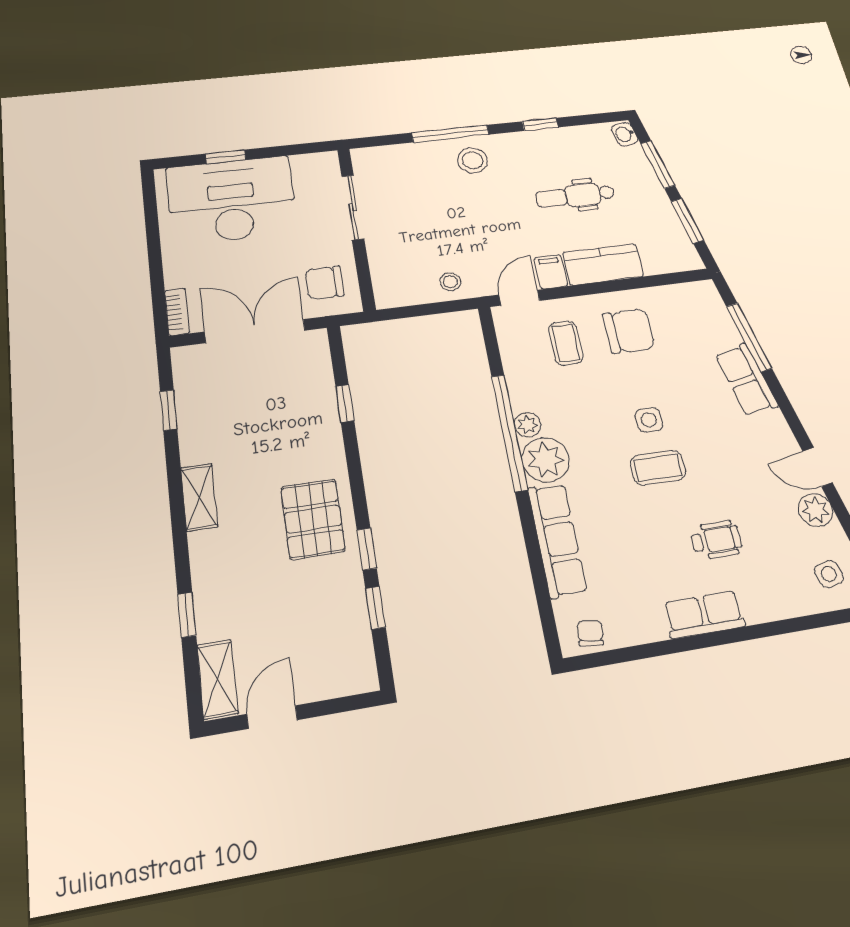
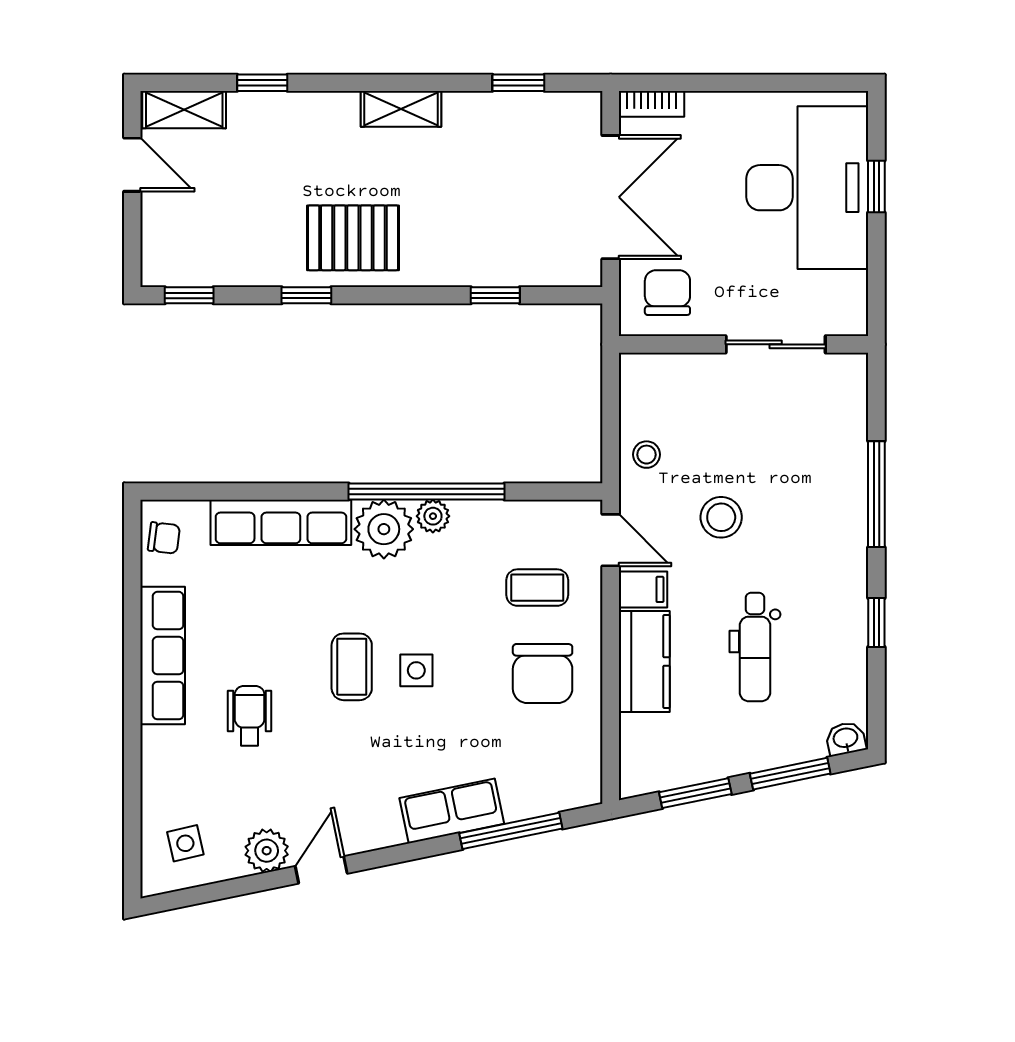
stool: (473, 160) -> (721, 517), moved
dental chair: (575, 196) -> (755, 647), turned 180
wheelchair: (716, 540) -> (250, 716), turned 180
window: (375, 608) -> (189, 295), moved
row of seats: (704, 614) -> (163, 656), width x1.48

